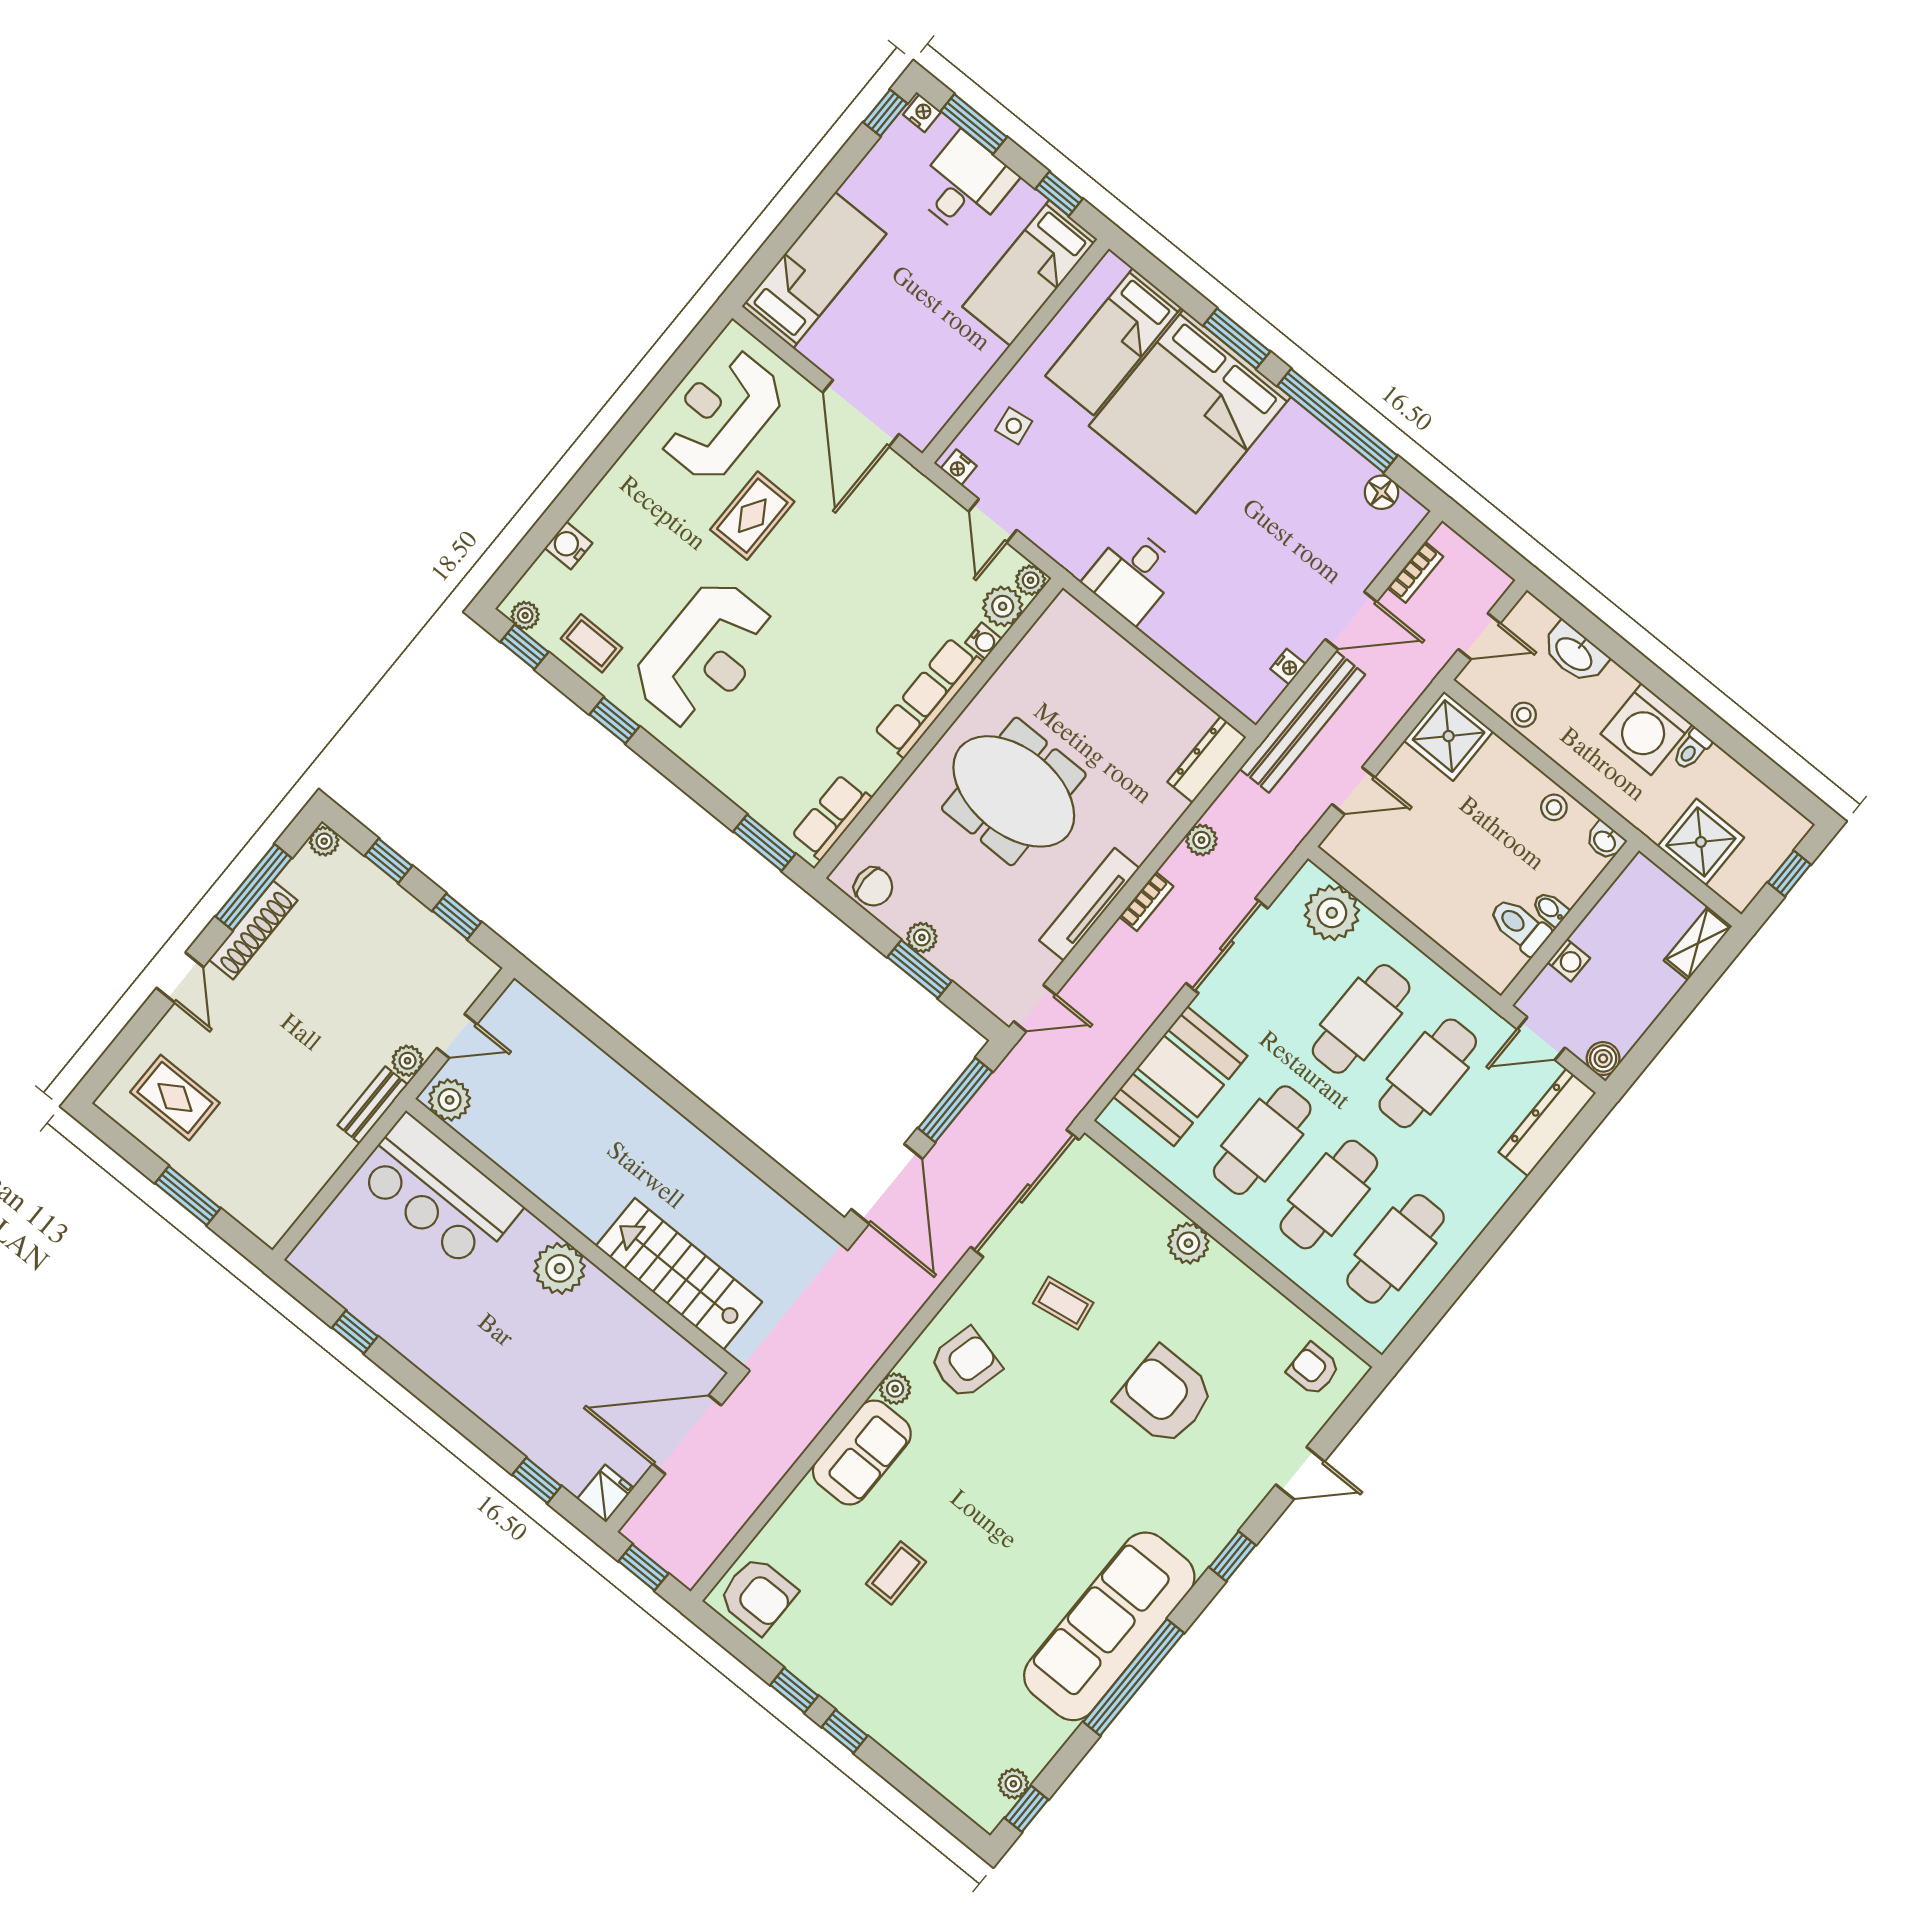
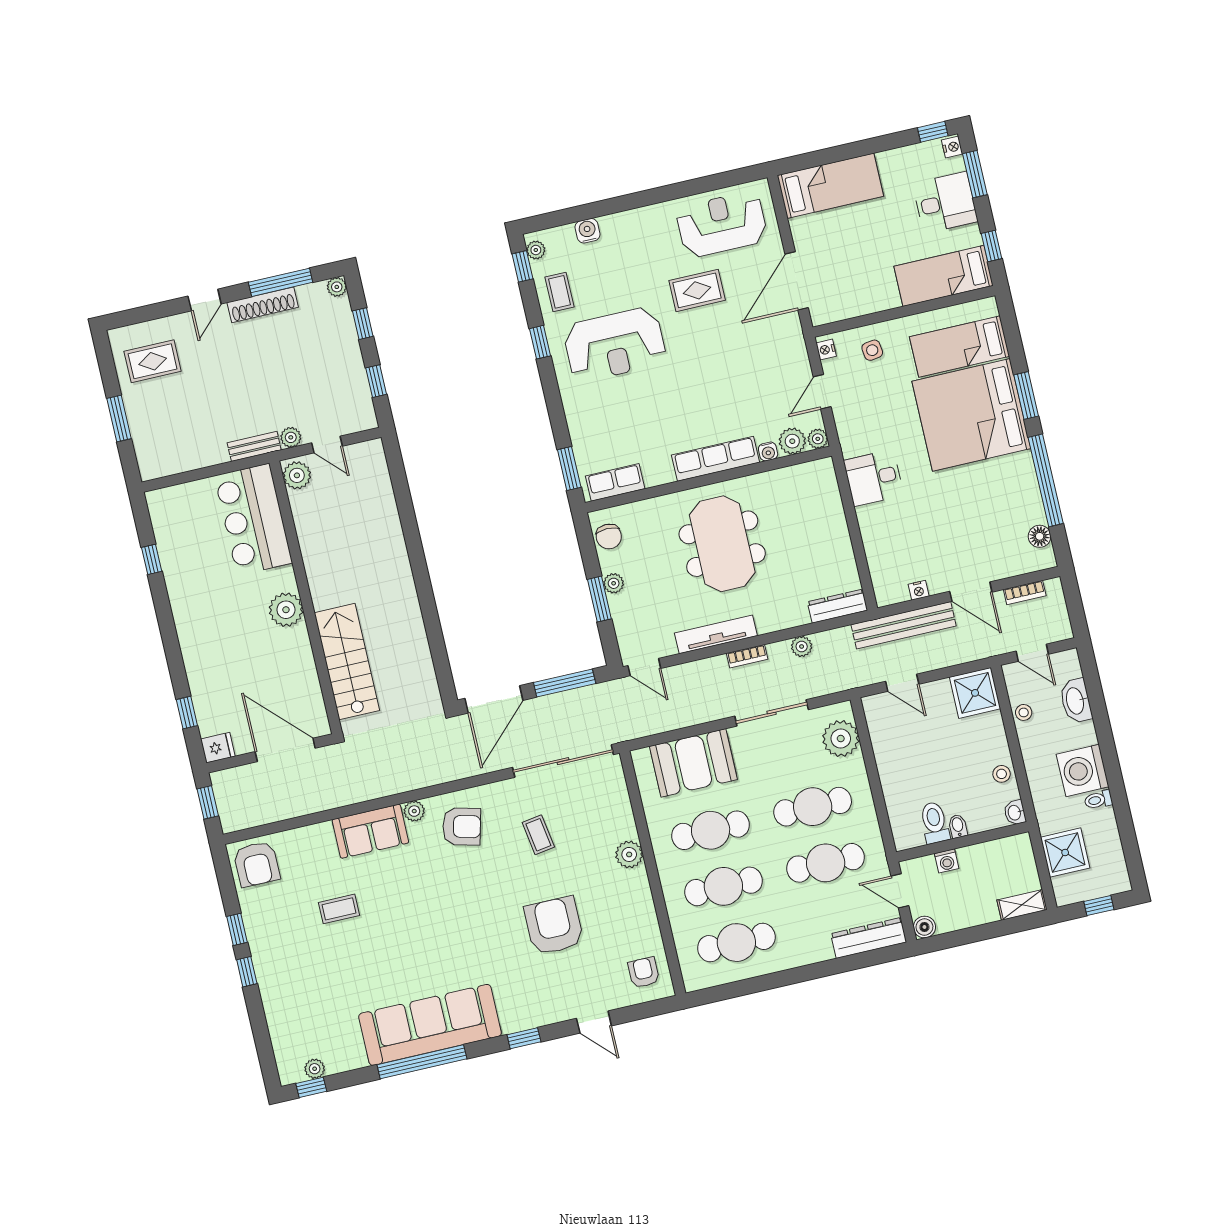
rug: (175, 1098) -> (153, 361), turned 90

